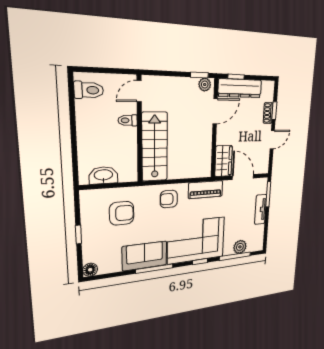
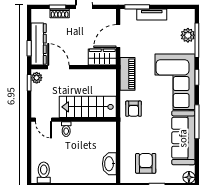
door: (139, 91) -> (43, 120), moved
toilet: (128, 120) -> (66, 129), moved
wall: (139, 130) -> (74, 120), moved
stairs: (155, 147) -> (88, 107), moved
armchair: (122, 213) -> (146, 163), moved
sofa: (145, 256) -> (183, 138), width x1.36

